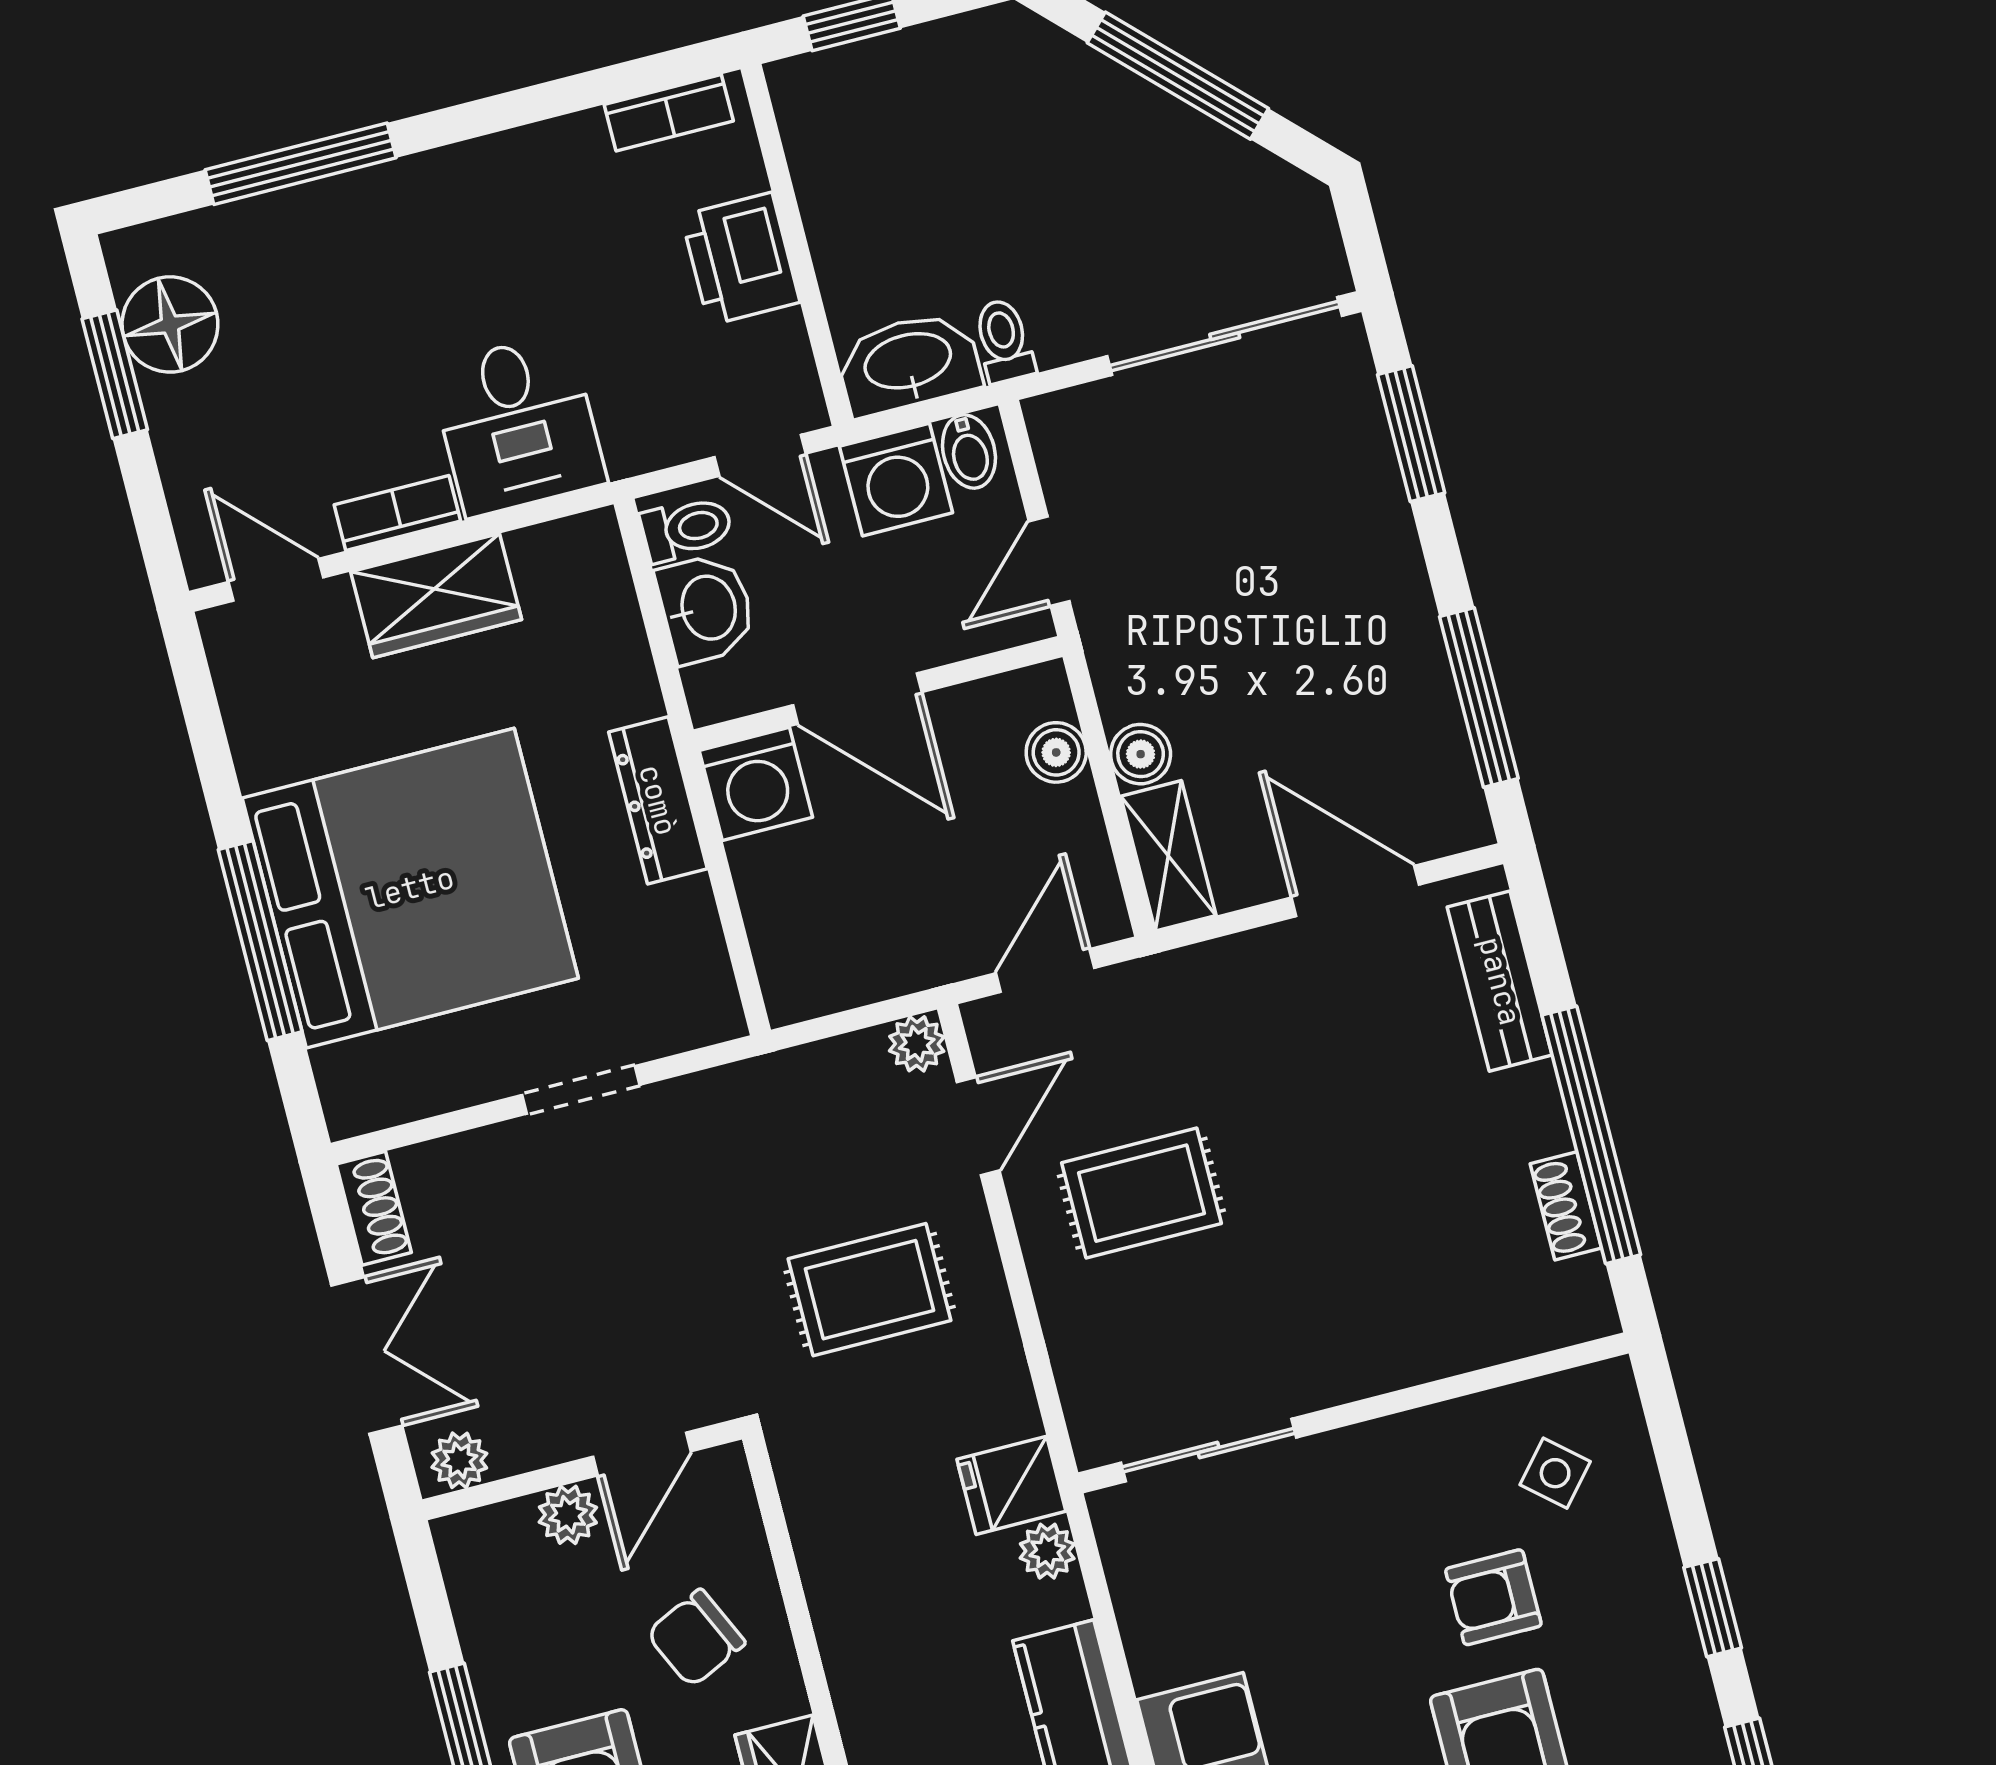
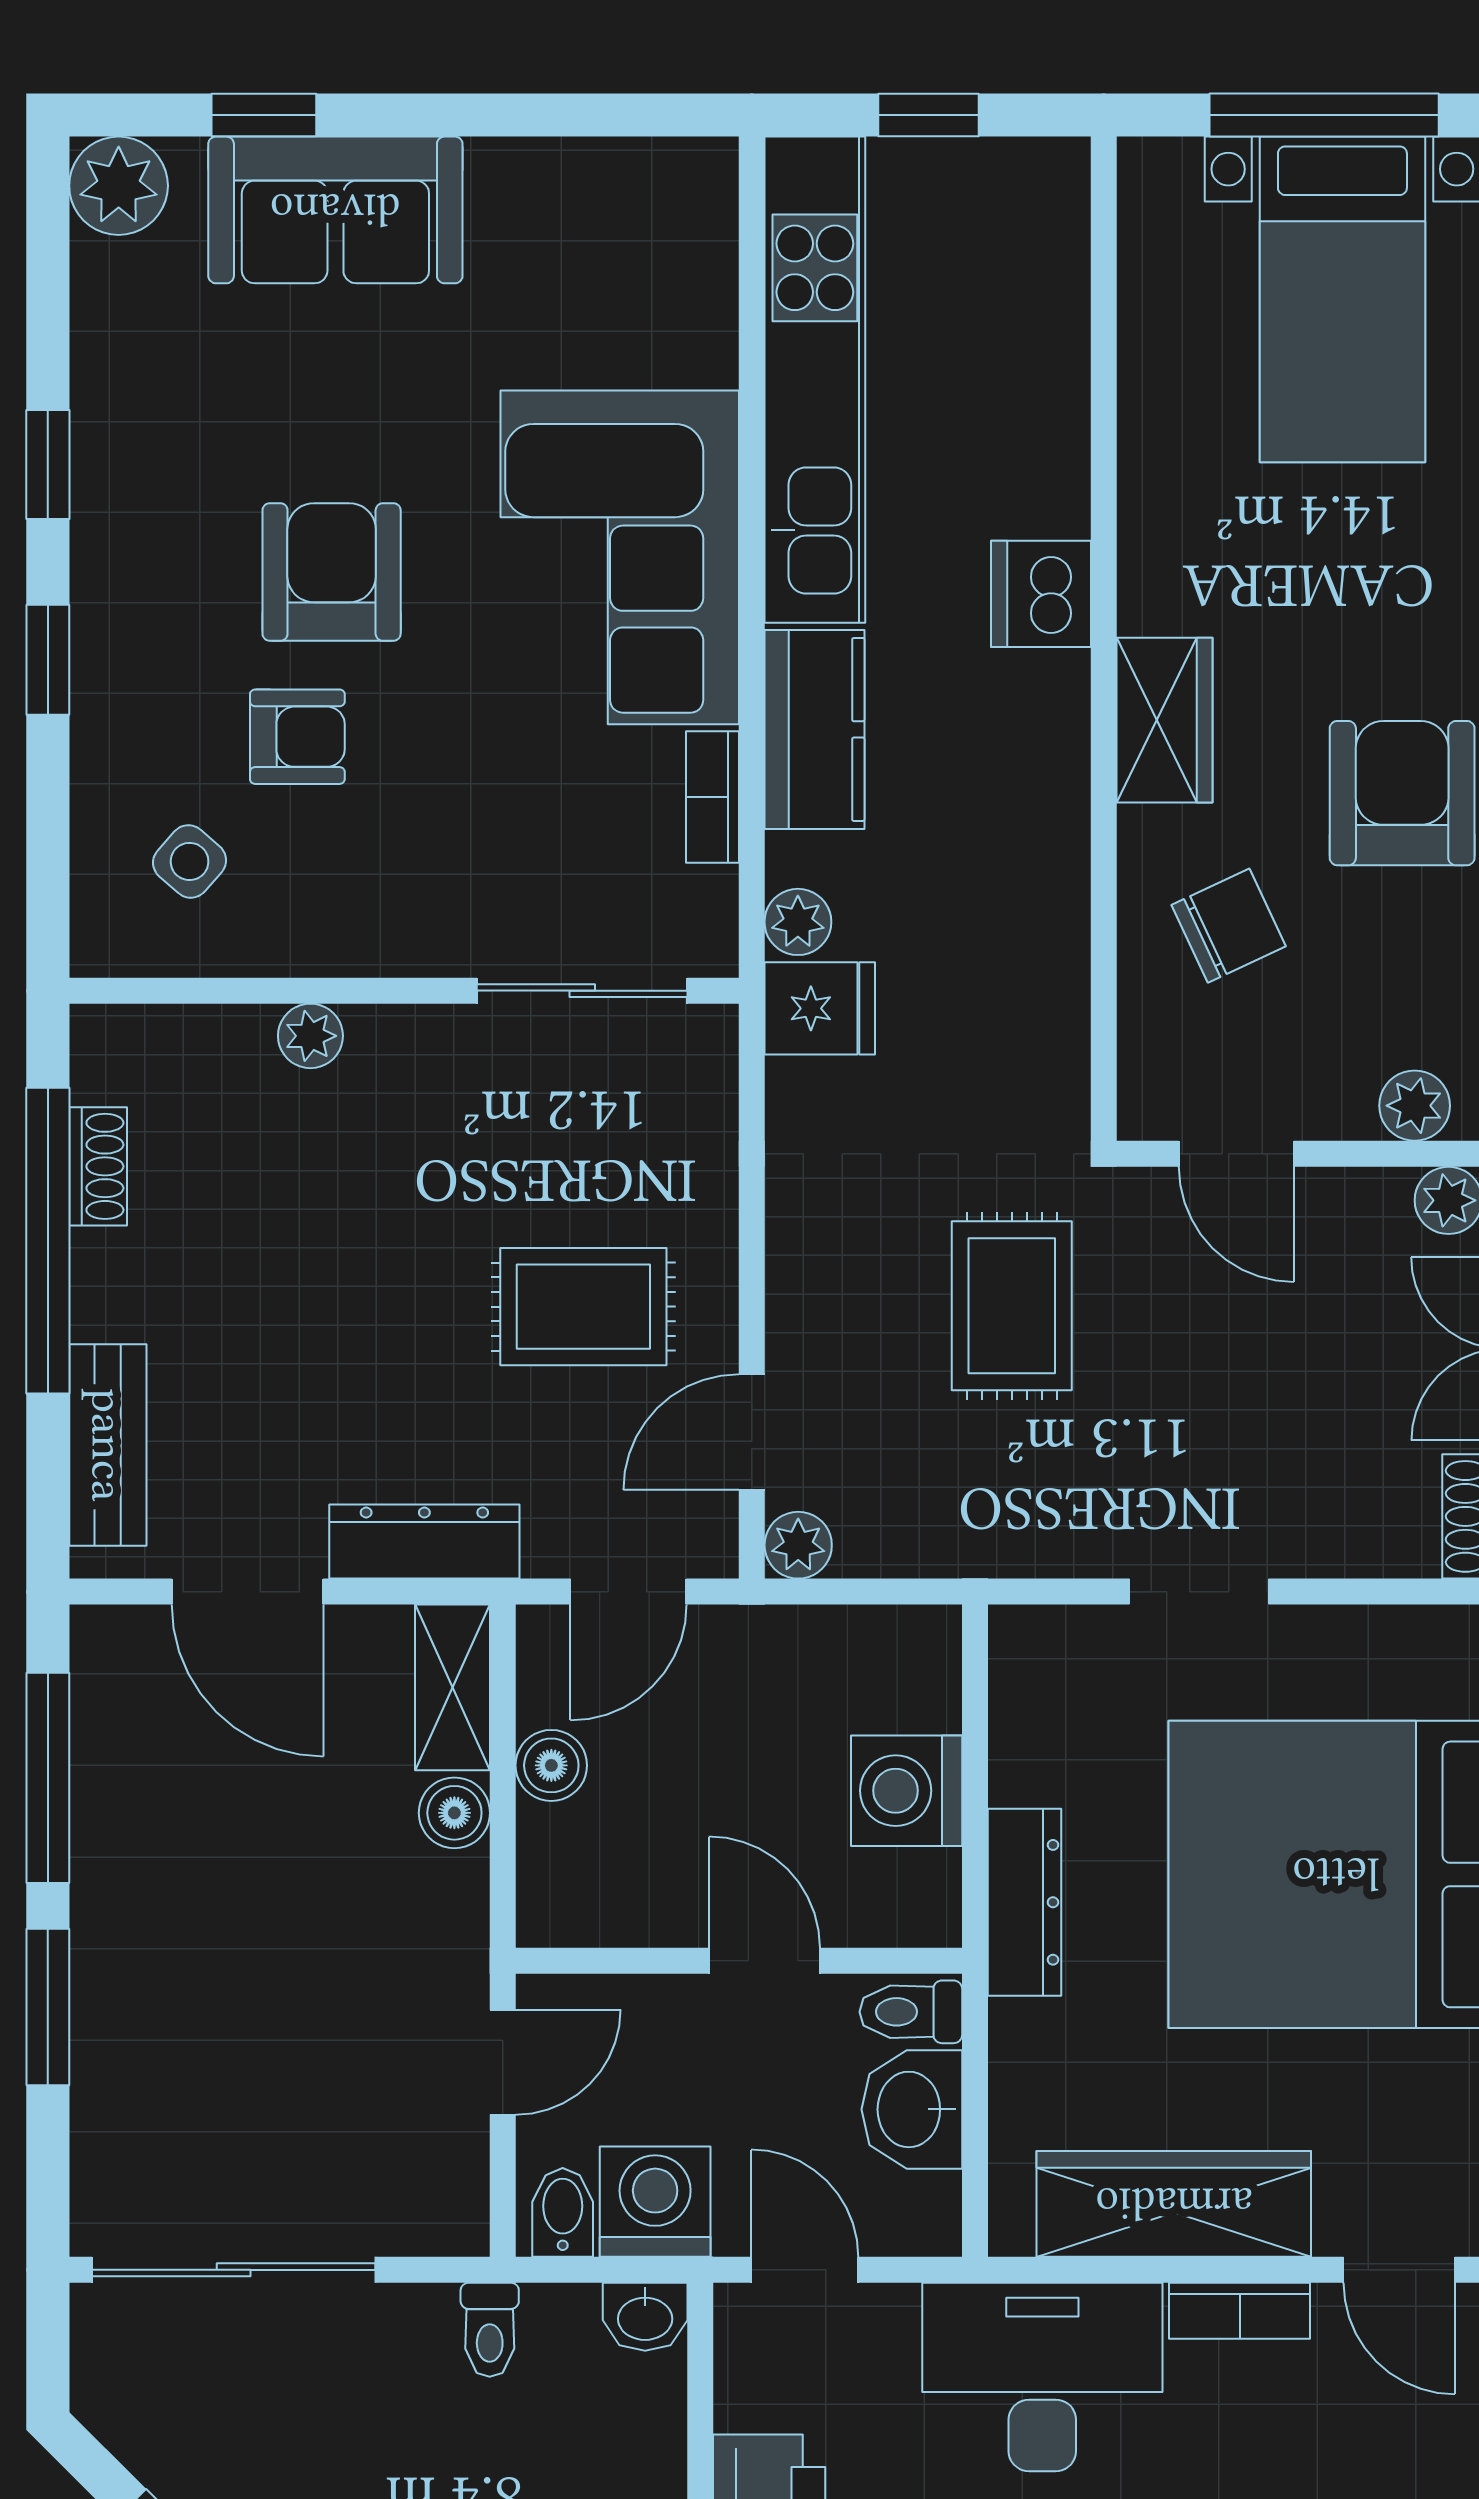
washbasin: (908, 363) -> (645, 2317), width x0.52, depth x0.69
desk: (518, 425) -> (1042, 2377), width x1.37
window: (1411, 434) -> (48, 2007), moved
toilet: (687, 529) -> (911, 2012), moved
wardrobe: (436, 596) -> (1174, 2204), width x1.50
door: (857, 699) -> (764, 1961), width x0.73
boiler: (1056, 752) -> (551, 1765), moved
washing machine: (756, 784) -> (907, 1791), moved, turned -90
dresser: (1222, 969) -> (424, 1542), added
rug: (870, 1290) -> (1012, 1306), moved, turned 90
plant: (1420, 1356) -> (310, 1036), added
door: (642, 1454) -> (1236, 1154), swing flipped
plant: (568, 1515) -> (1415, 1106), moved
bookcase: (1143, 1635) -> (713, 797), added

